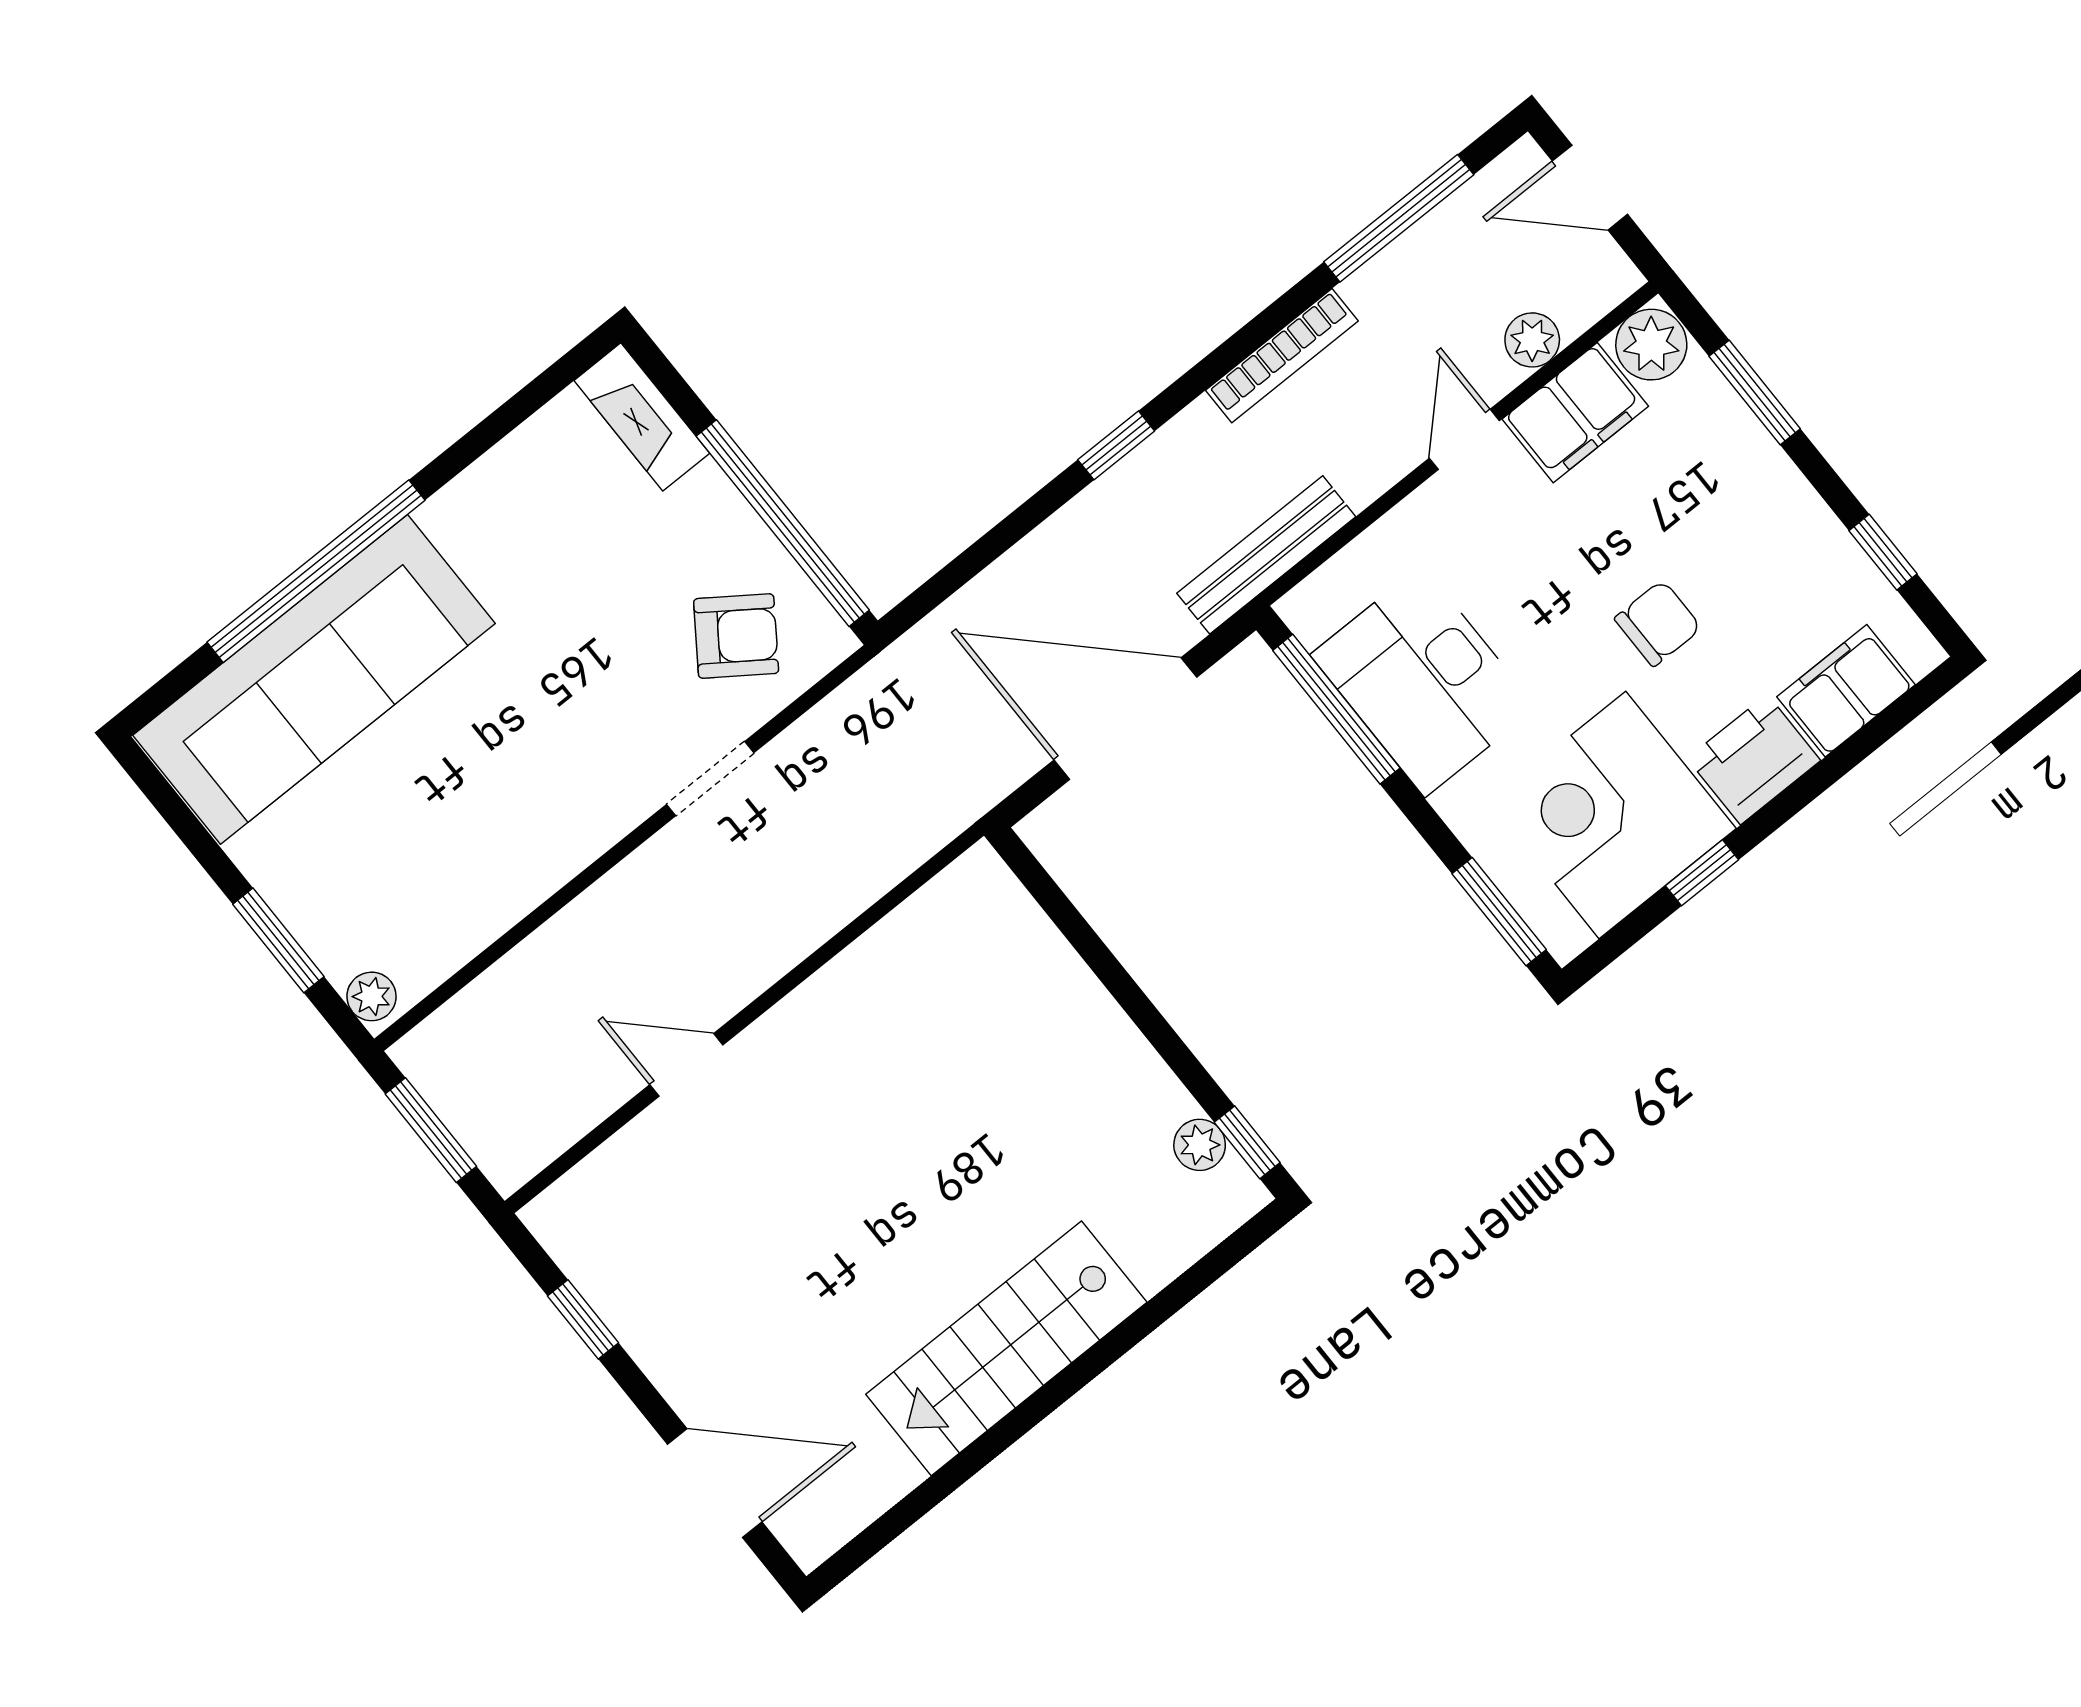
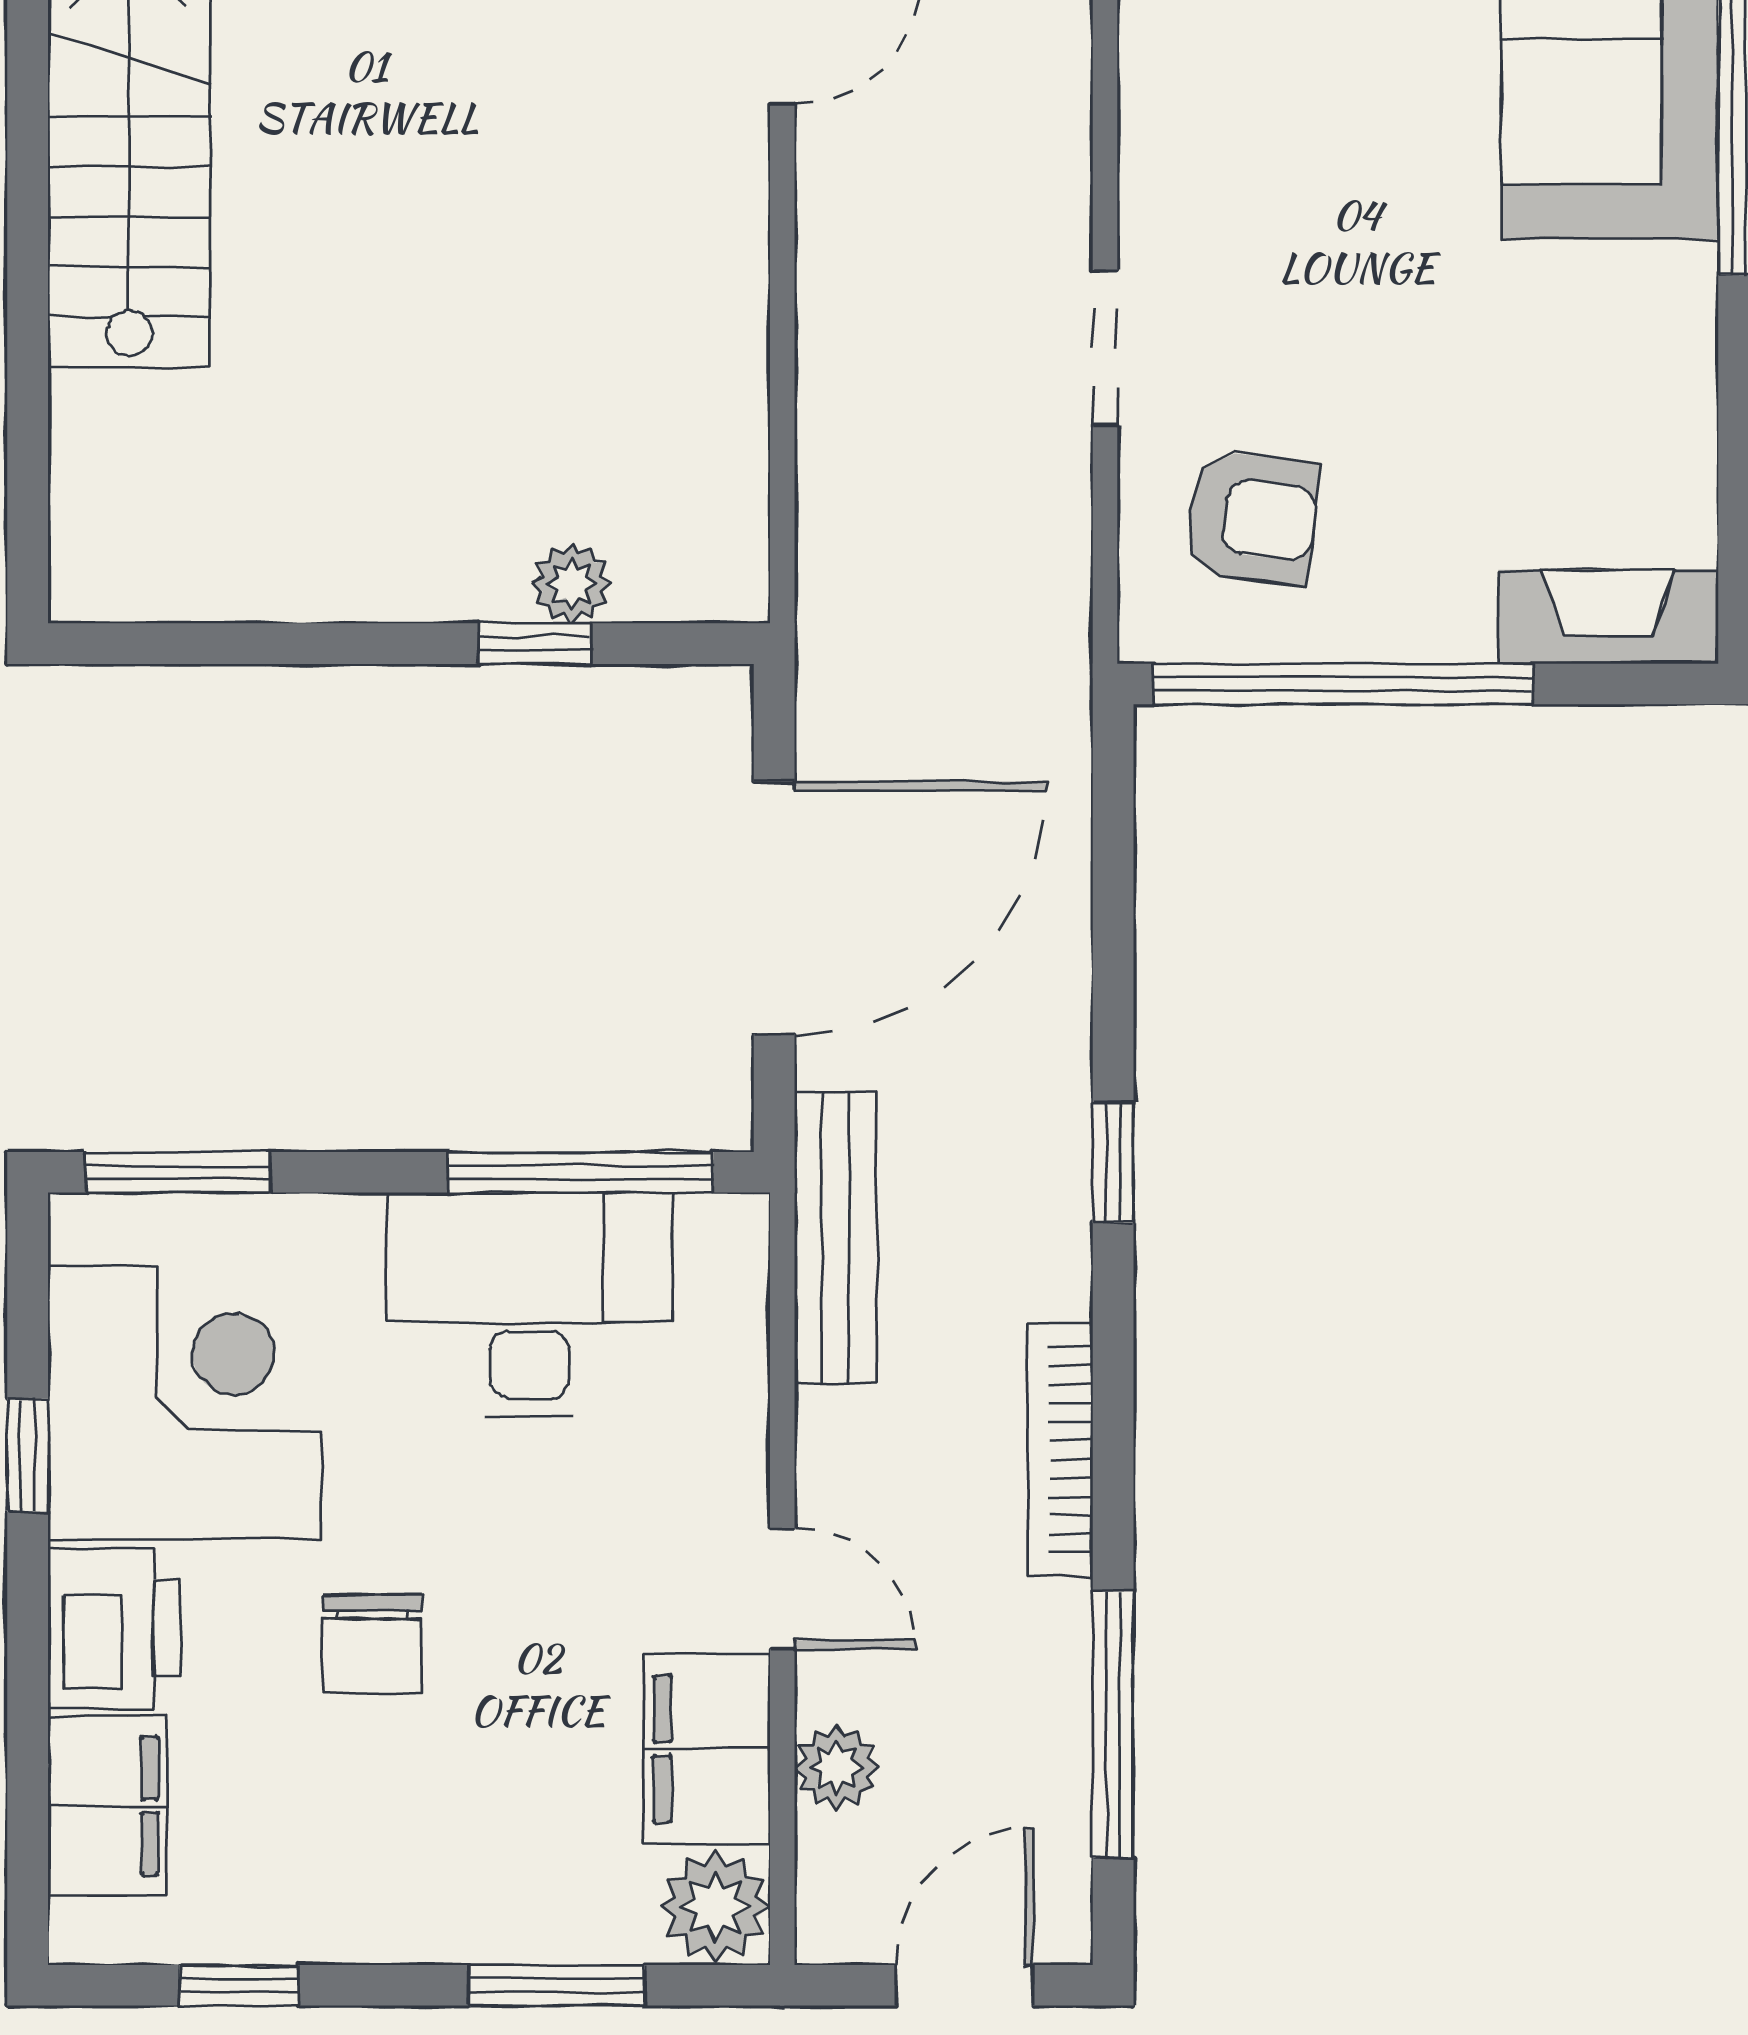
armchair: (736, 636) -> (1252, 518), turned -118
window: (1247, 1142) -> (535, 644), moved
plant: (1200, 1145) -> (572, 584), moved

